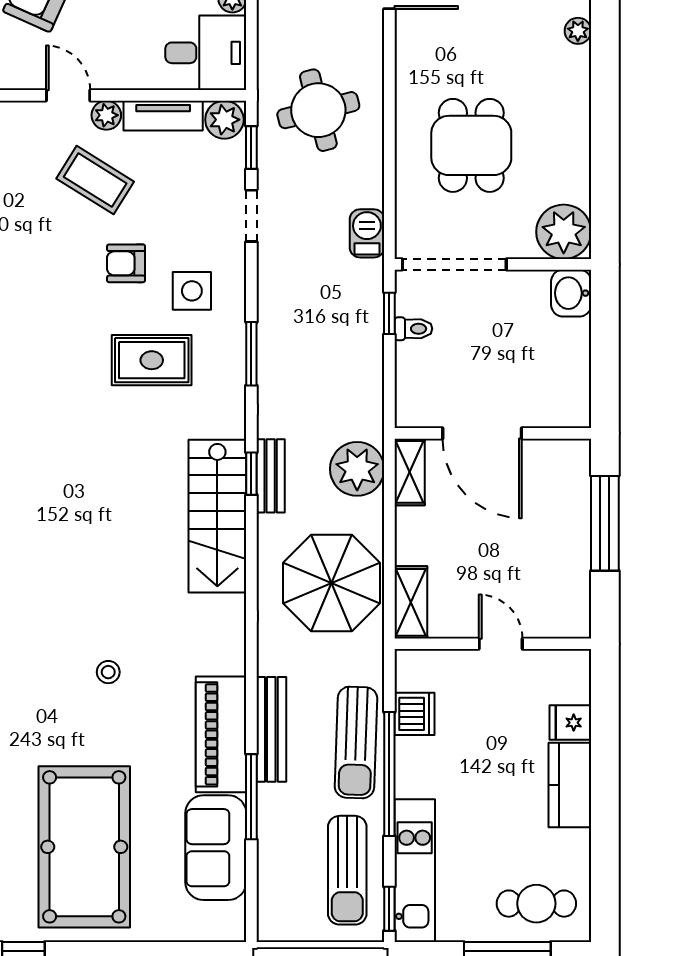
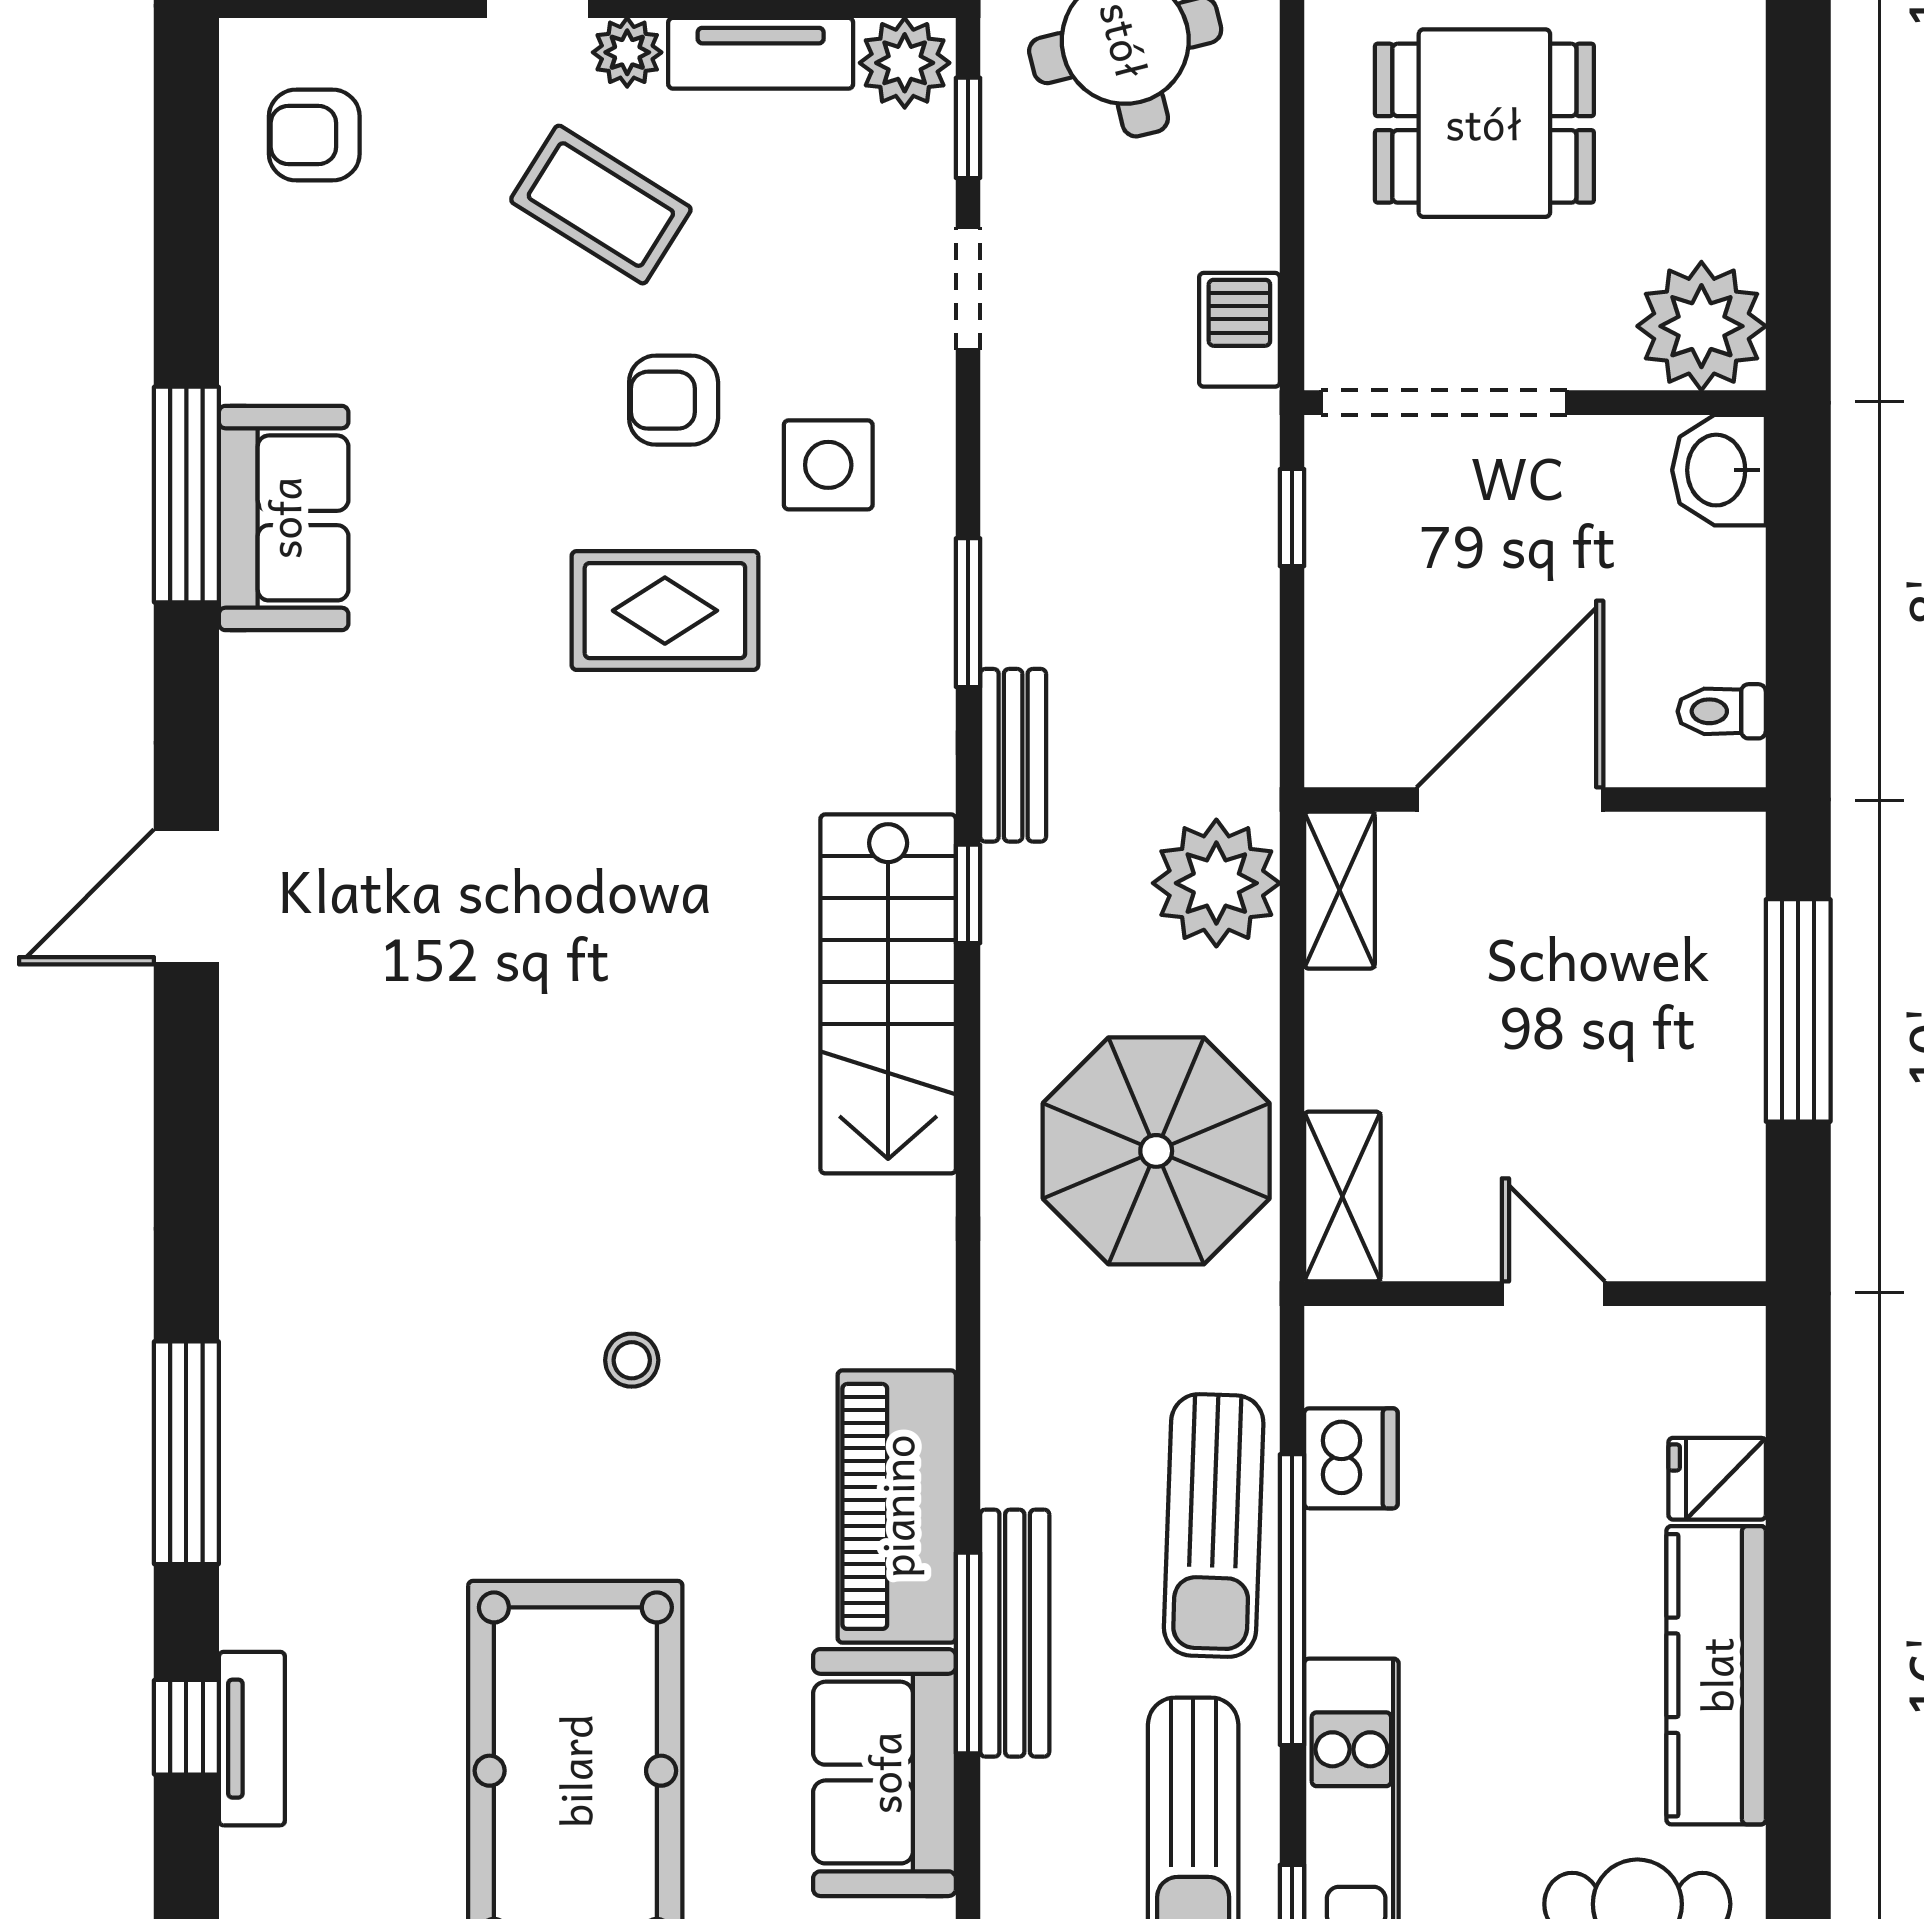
dining table: (471, 145) -> (1484, 123), turned 90
toilet: (413, 329) -> (1722, 711), moved, turned 180
rug: (152, 360) -> (665, 611), moved
door: (482, 433) -> (1510, 800), swing flipped
bench: (271, 476) -> (1013, 755), moved
bench: (271, 729) -> (1015, 1633), moved
kitchen counter: (570, 785) -> (1716, 1675), width x1.50

